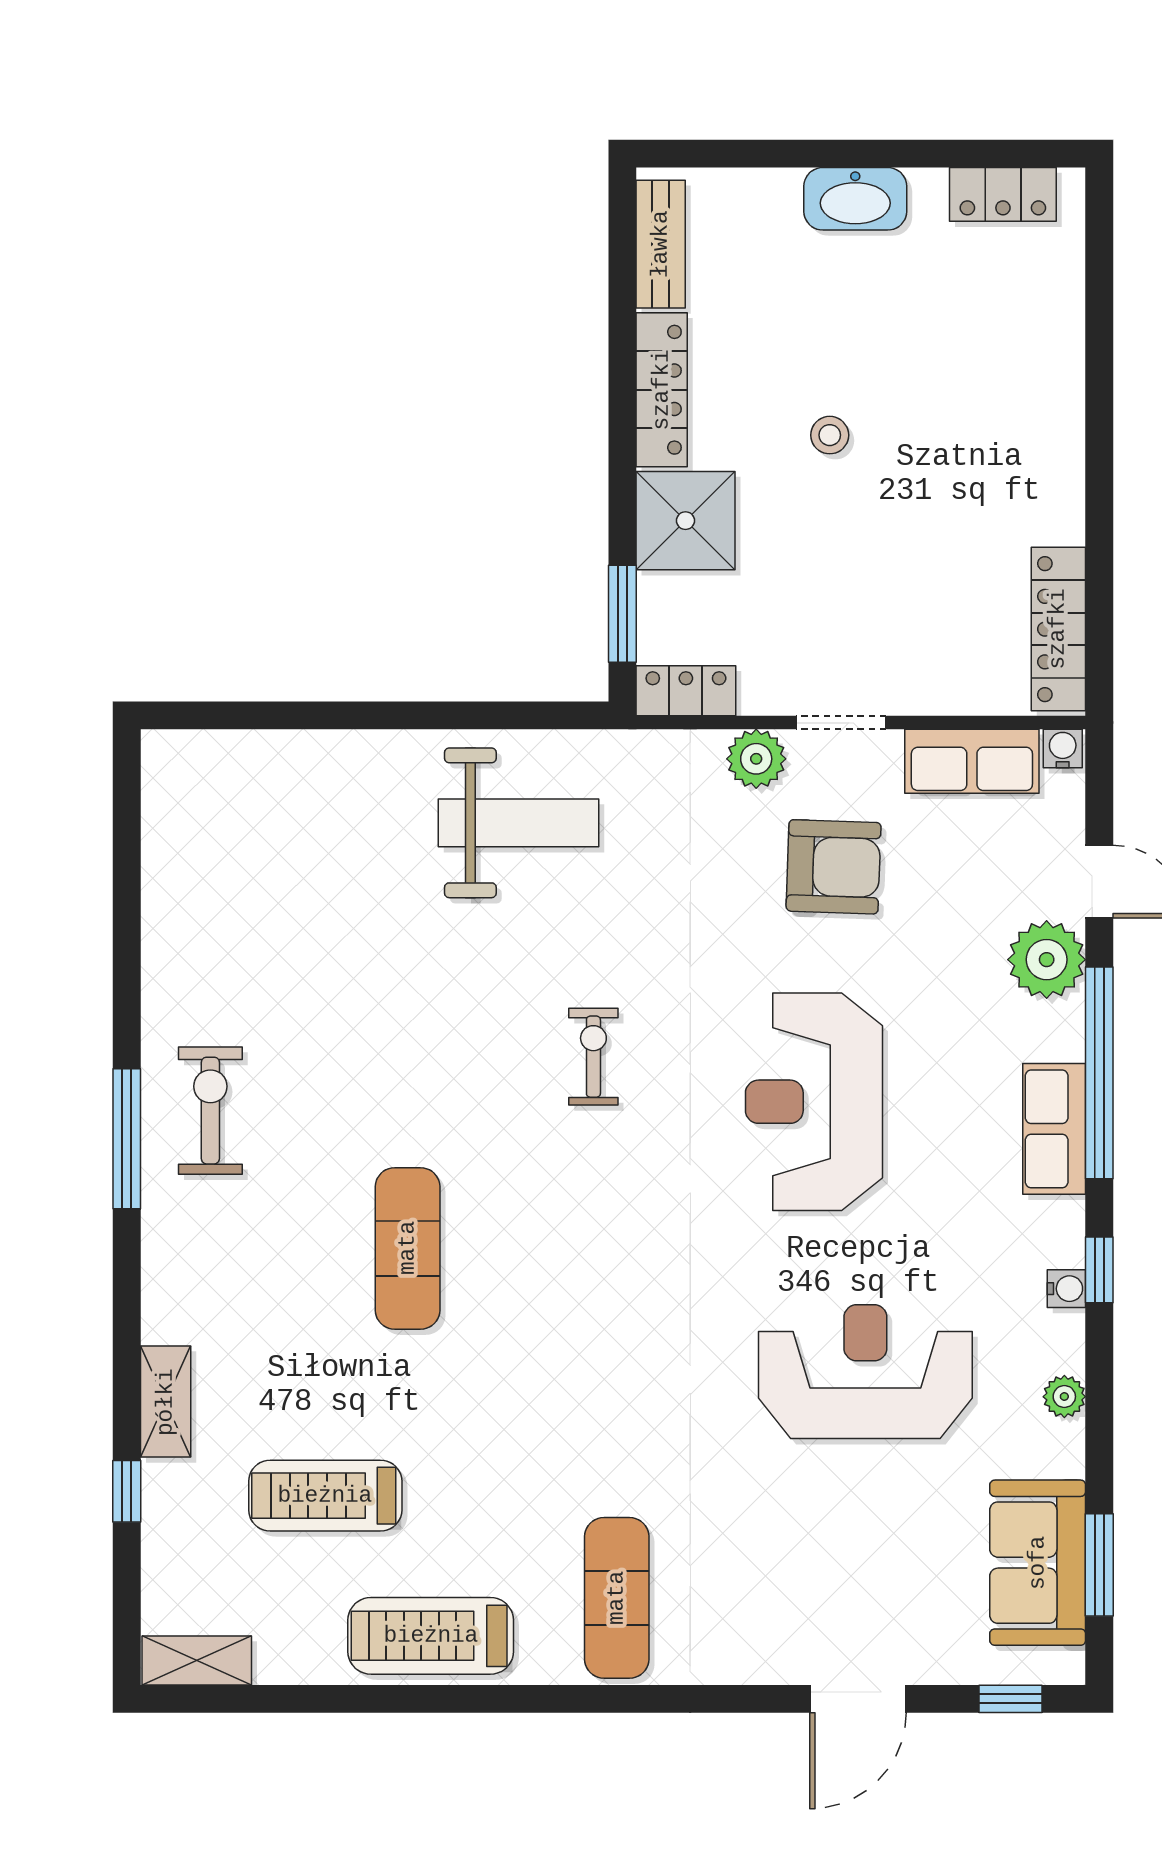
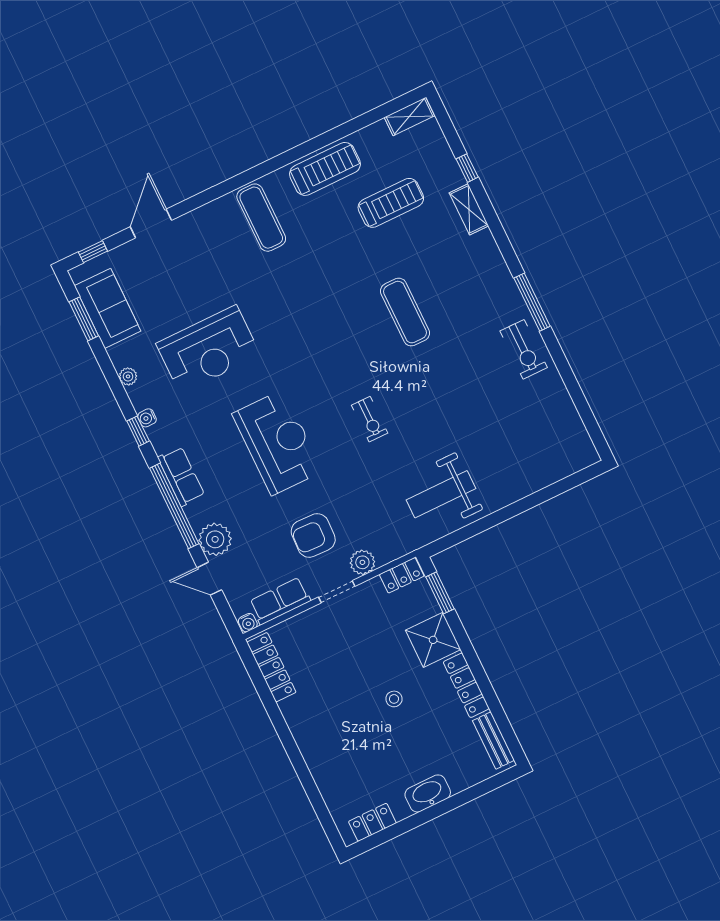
exercise bike: (210, 1111) -> (524, 349), moved

